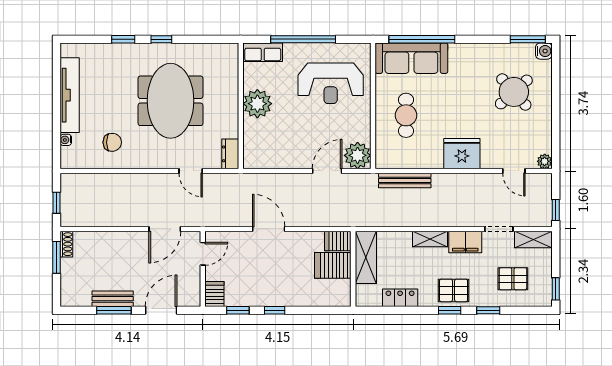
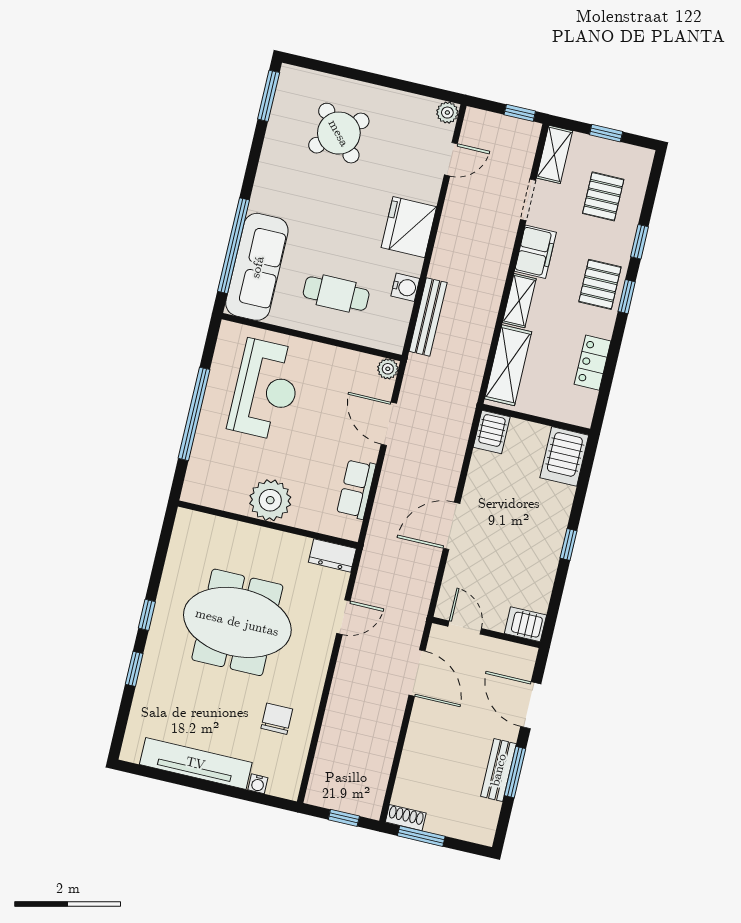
water cooler: (544, 51) -> (405, 287), moved, turned 90
row of seats: (263, 52) -> (356, 489), moved, turned 180
plant: (358, 155) -> (388, 369), width x0.53, depth x0.53
shelving: (366, 257) -> (508, 365), moved, turned 90
server rack: (333, 265) -> (564, 456), moved
window: (556, 289) -> (606, 133), moved
window: (238, 310) -> (556, 596), removed

